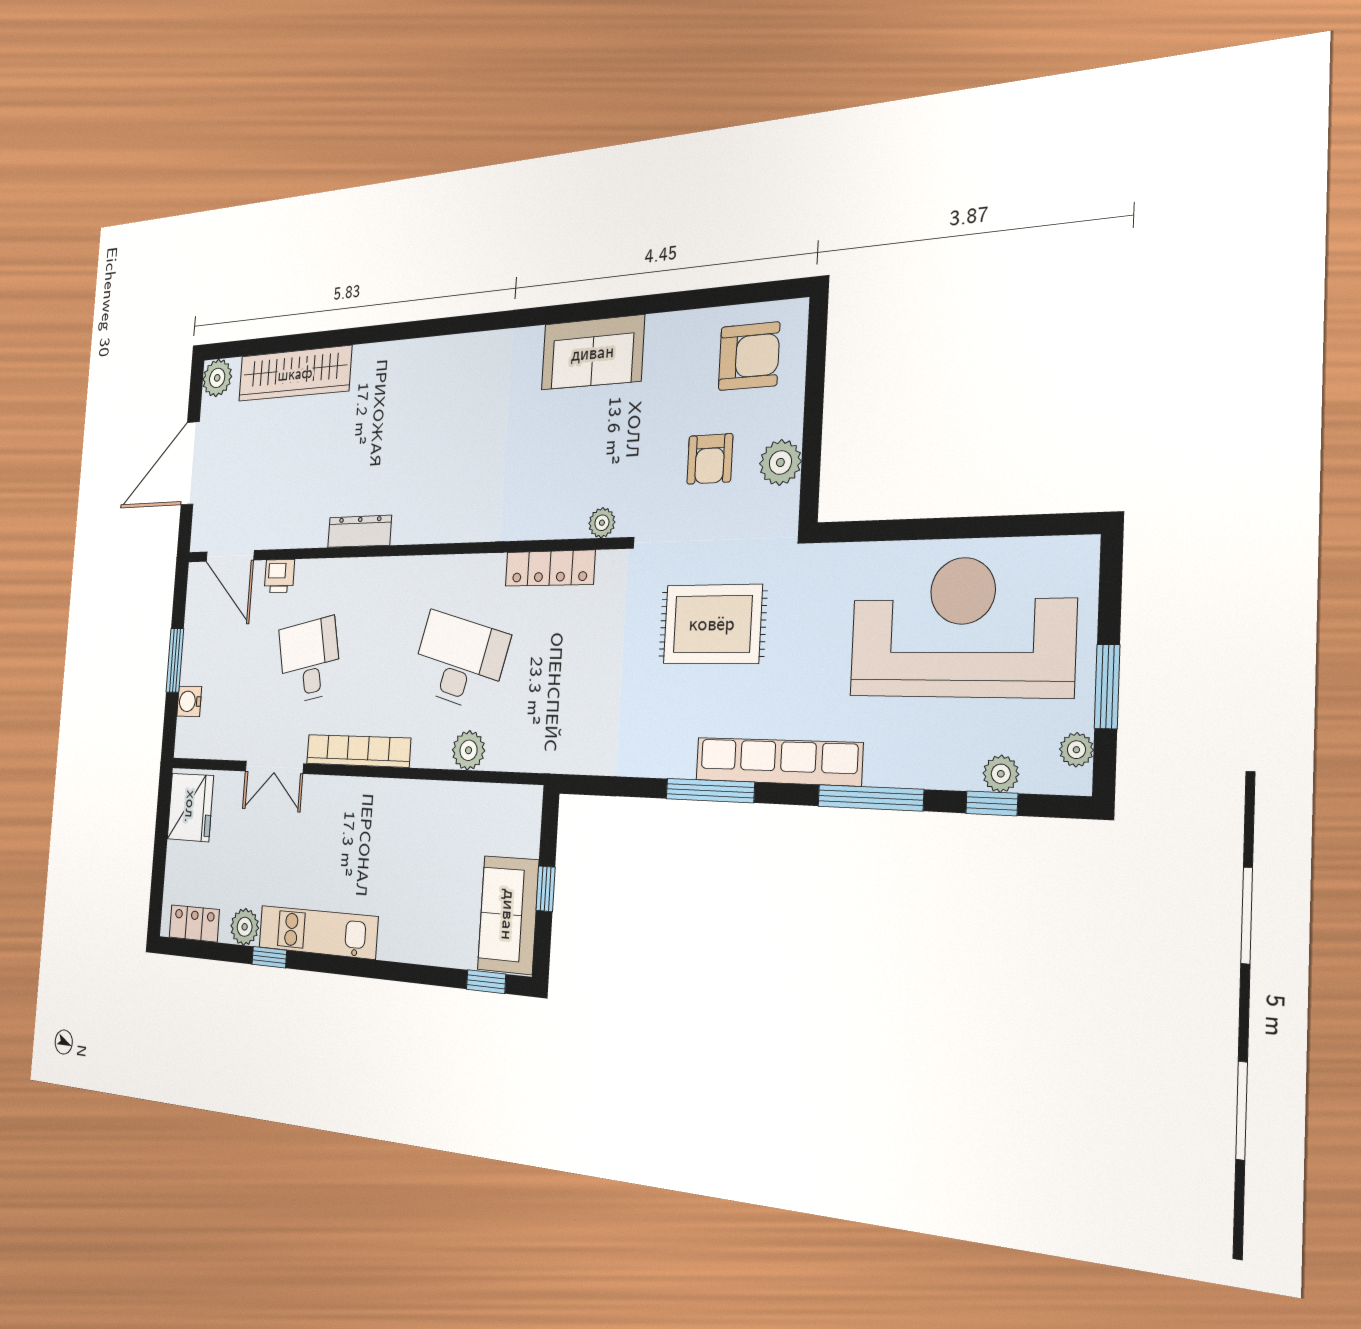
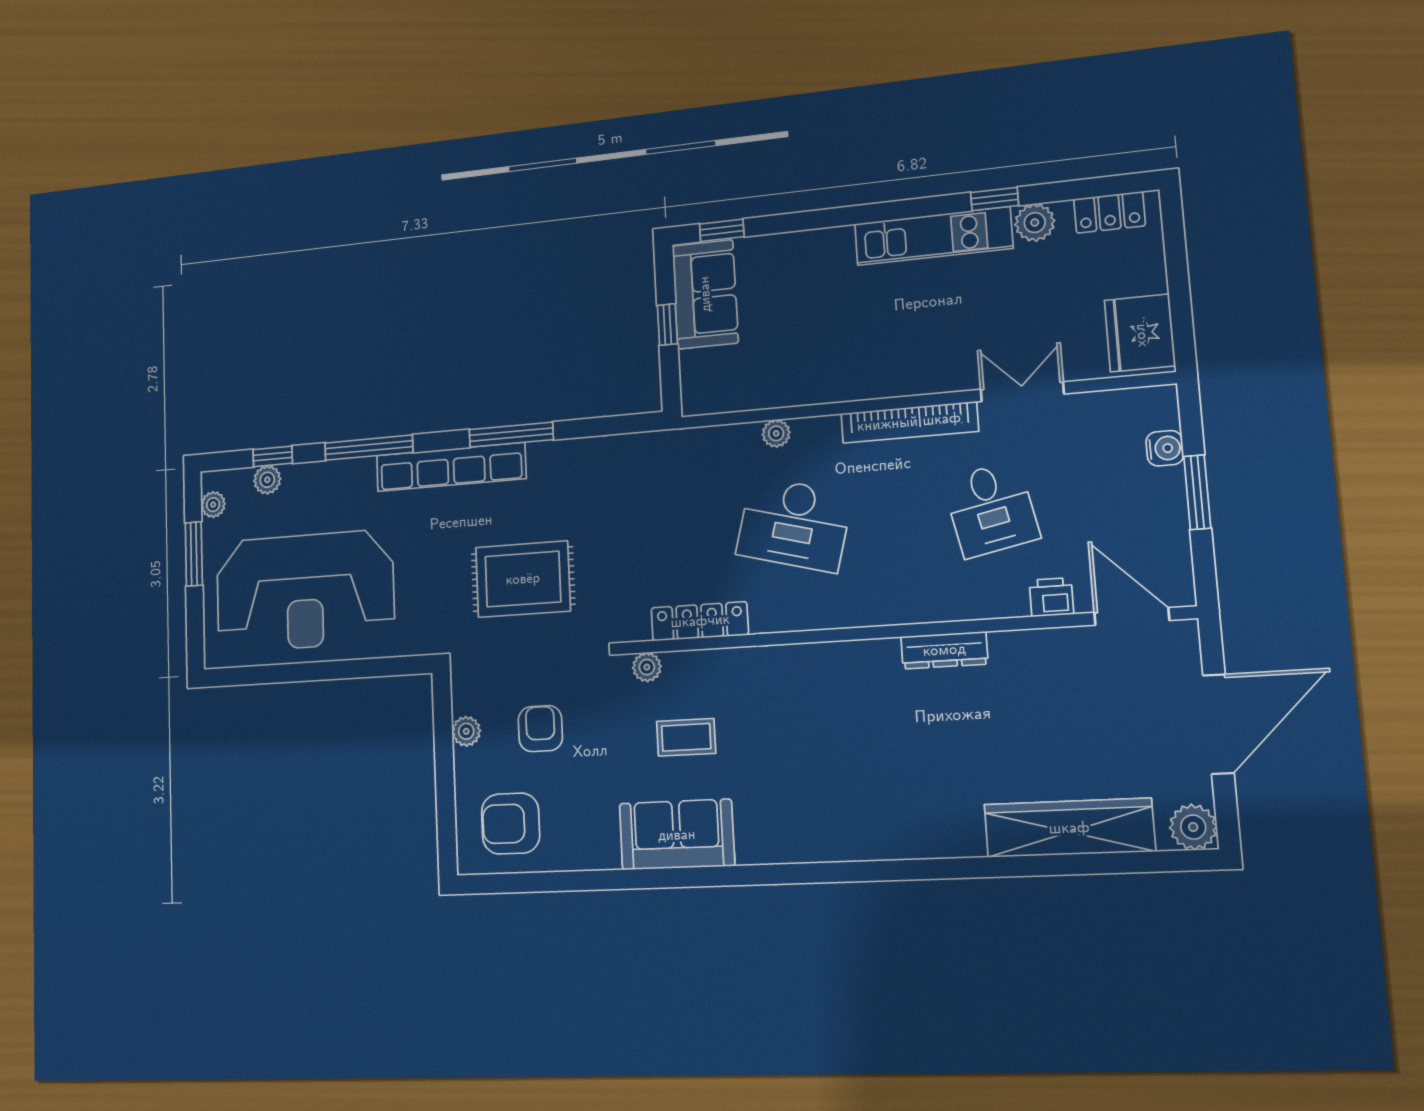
coffee table: (574, 450) -> (686, 737), added
plant: (780, 462) -> (466, 731), width x0.73, depth x0.73
plant: (469, 750) -> (776, 433), width x0.73, depth x0.73

